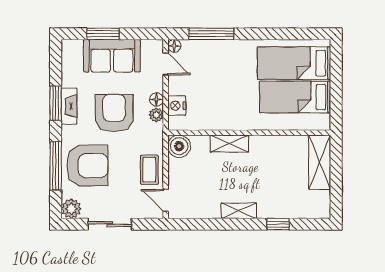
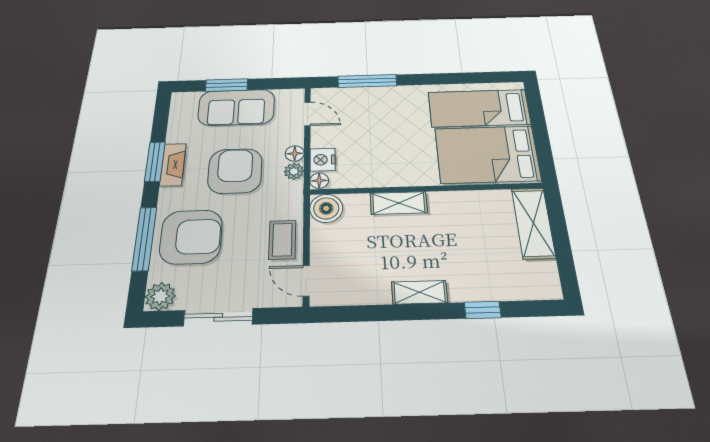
floor lamp: (174, 46) -> (319, 181), moved
bed: (295, 97) -> (487, 154), width x1.50

